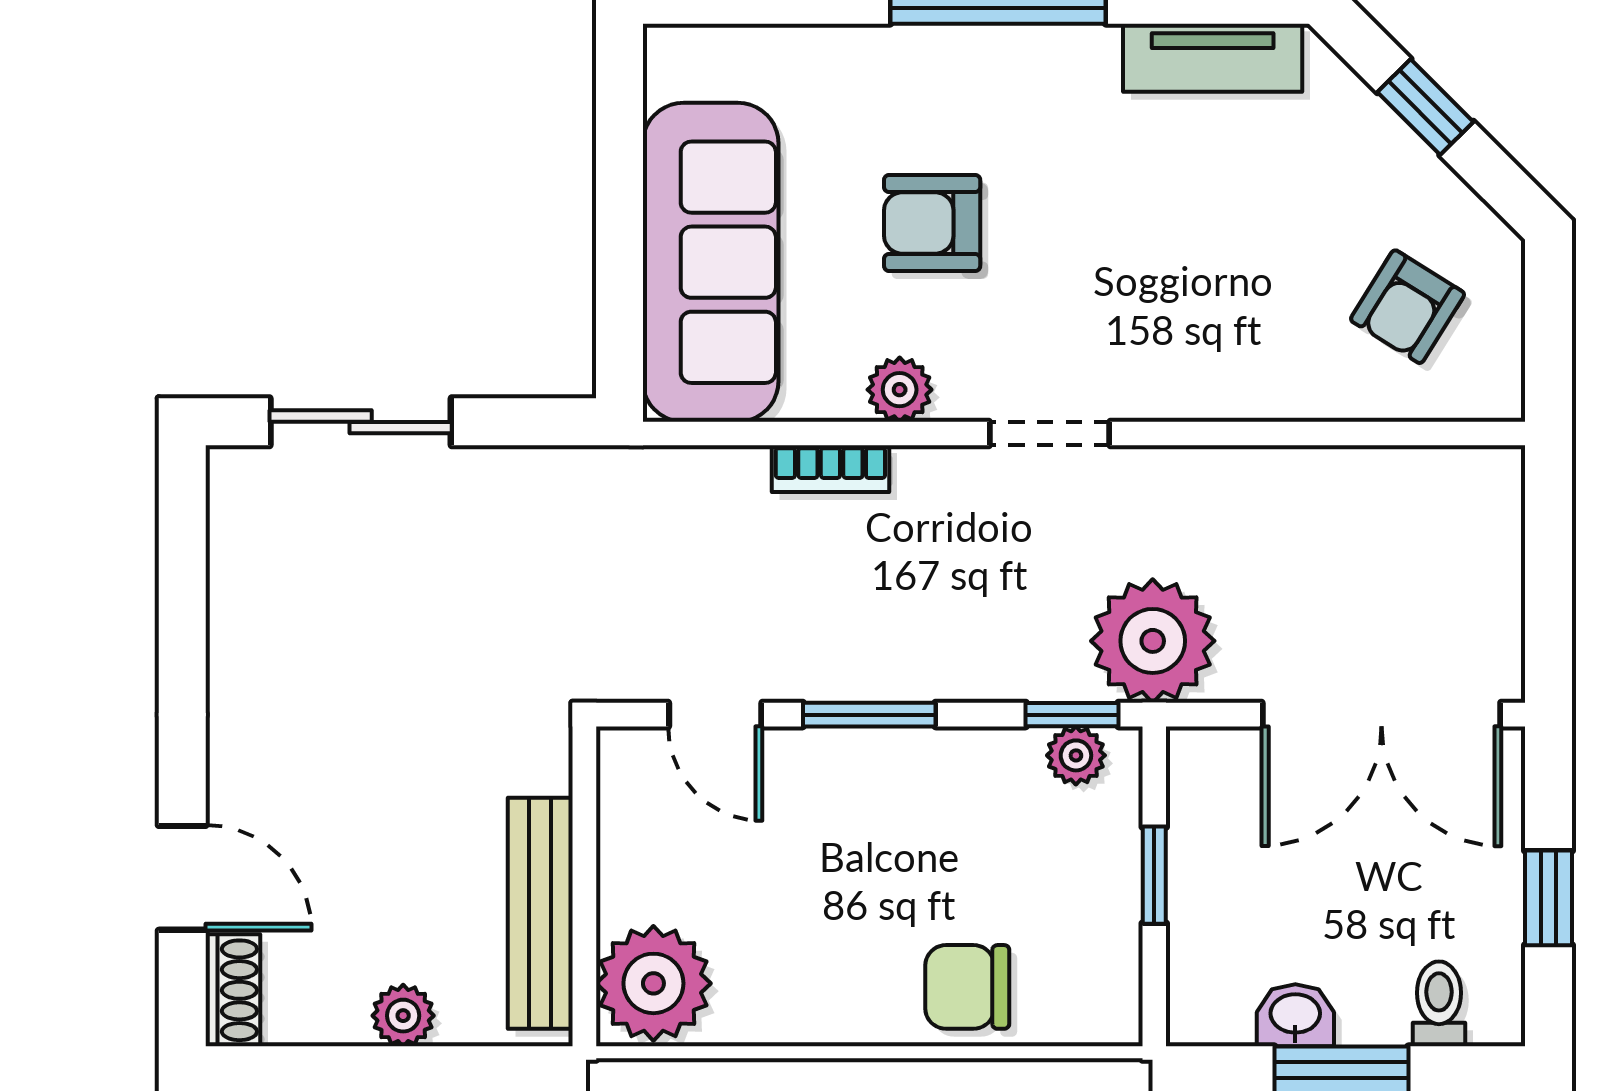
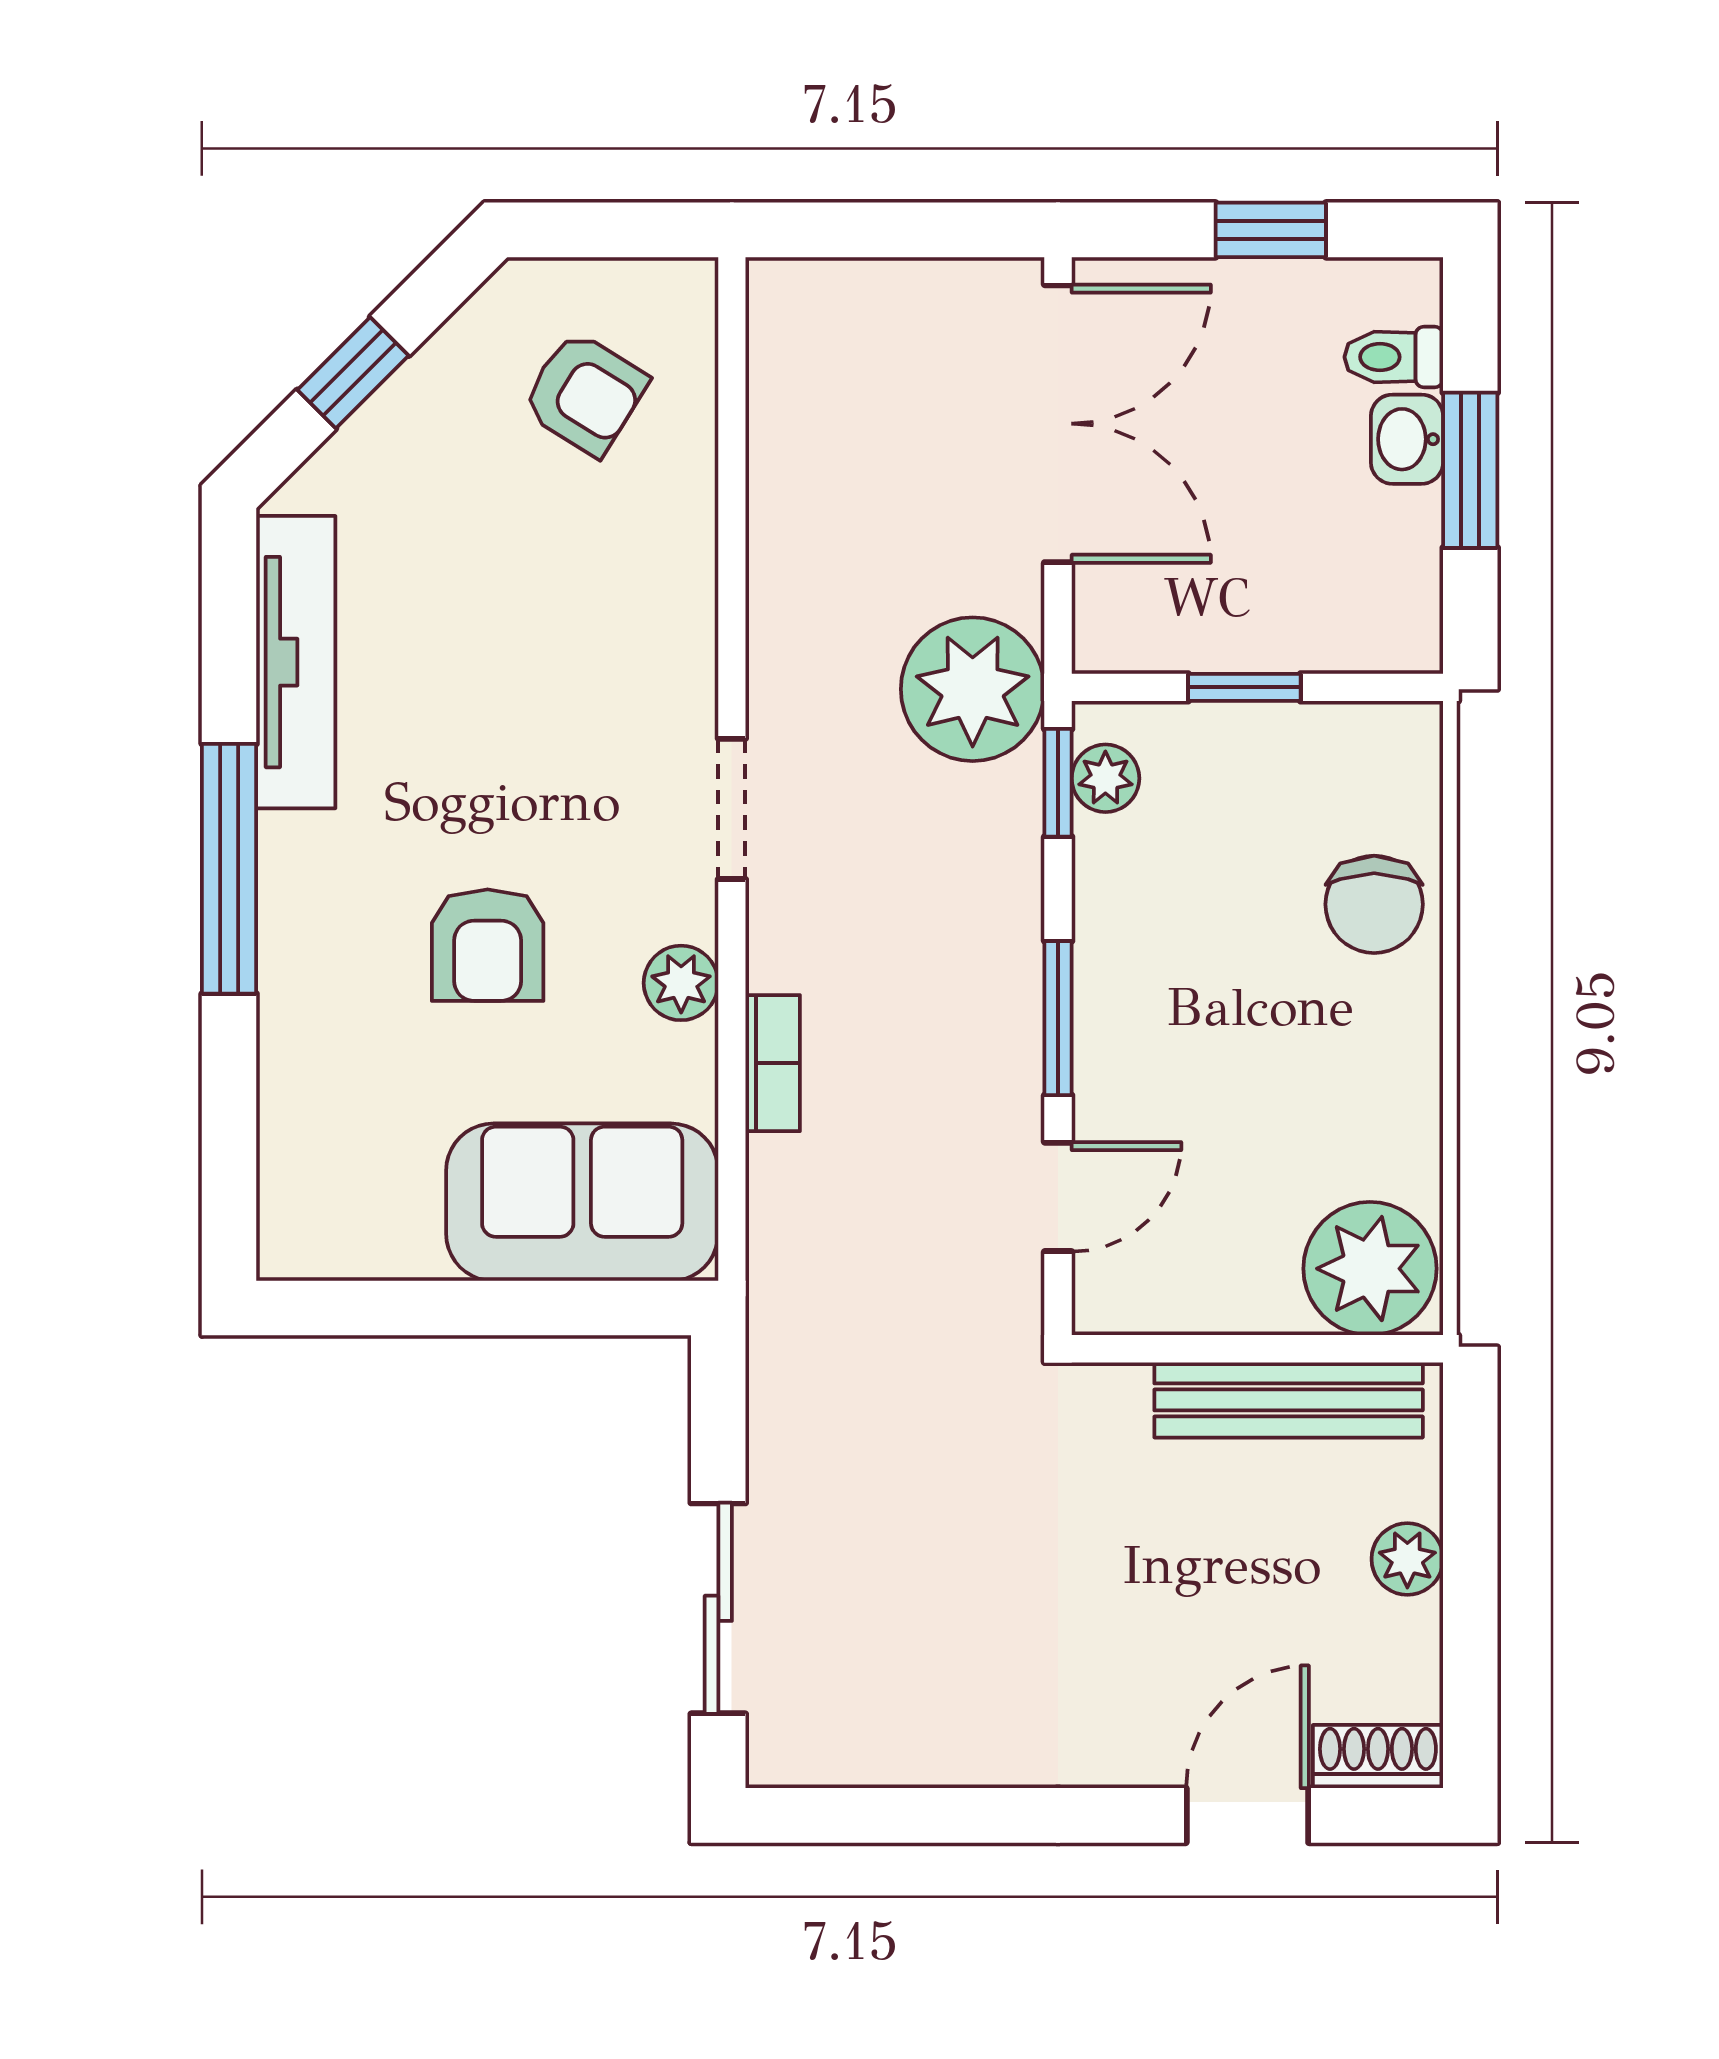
tv unit: (1213, 58) -> (296, 662), width x1.41
sofa: (711, 262) -> (582, 1202), width x0.73
washbasin: (1295, 1015) -> (1407, 439), moved

